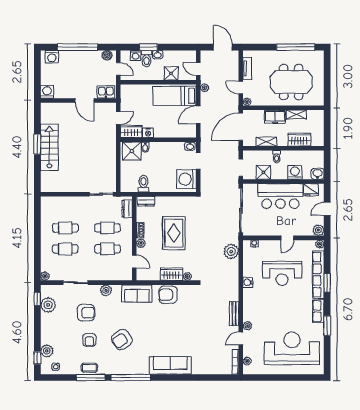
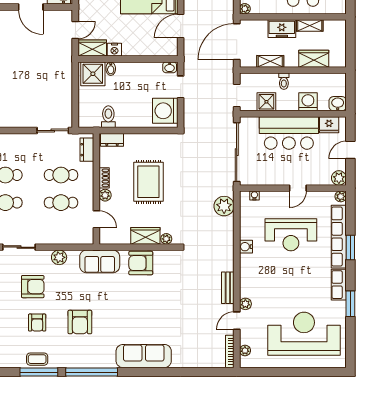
armchair: (122, 340) -> (80, 322), turned -56

